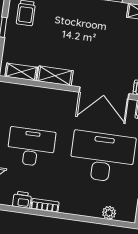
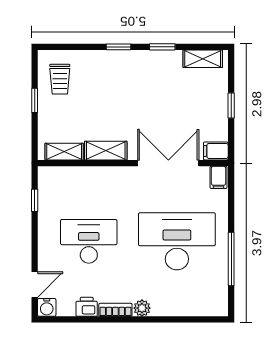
double door: (104, 93) -> (168, 163), swing flipped
plant: (109, 213) -> (142, 308), moved

